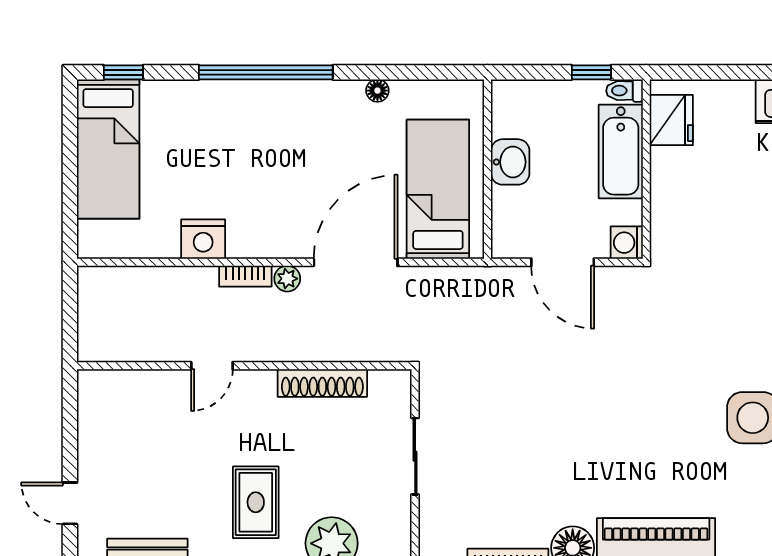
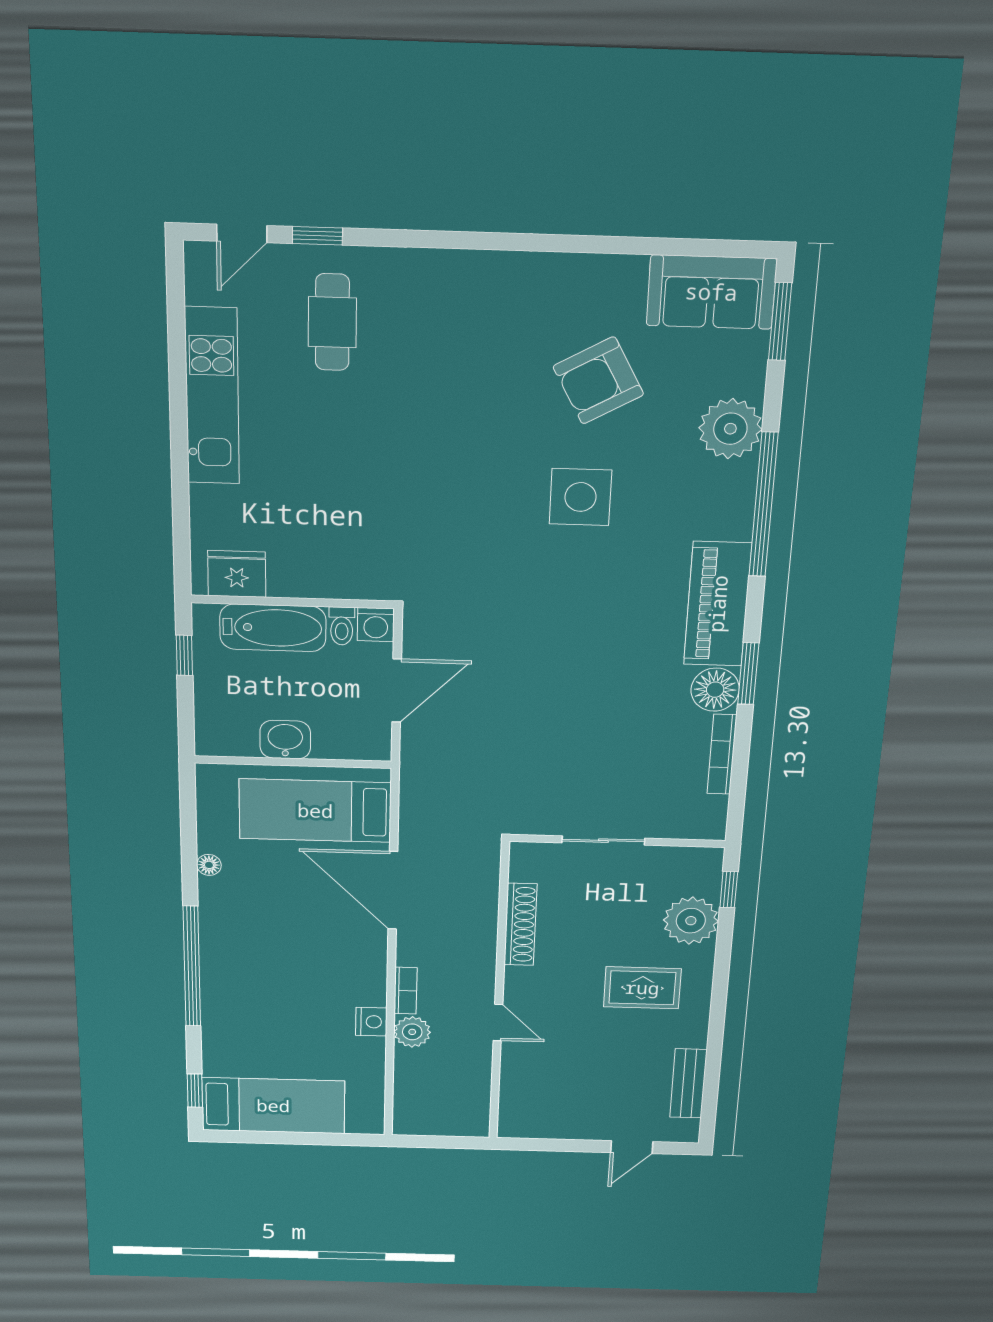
toilet: (624, 91) -> (342, 626), moved
nightstand: (203, 239) -> (371, 1022), width x0.74, depth x0.75
plant: (287, 279) -> (412, 1032), moved, width x1.38, depth x1.38

